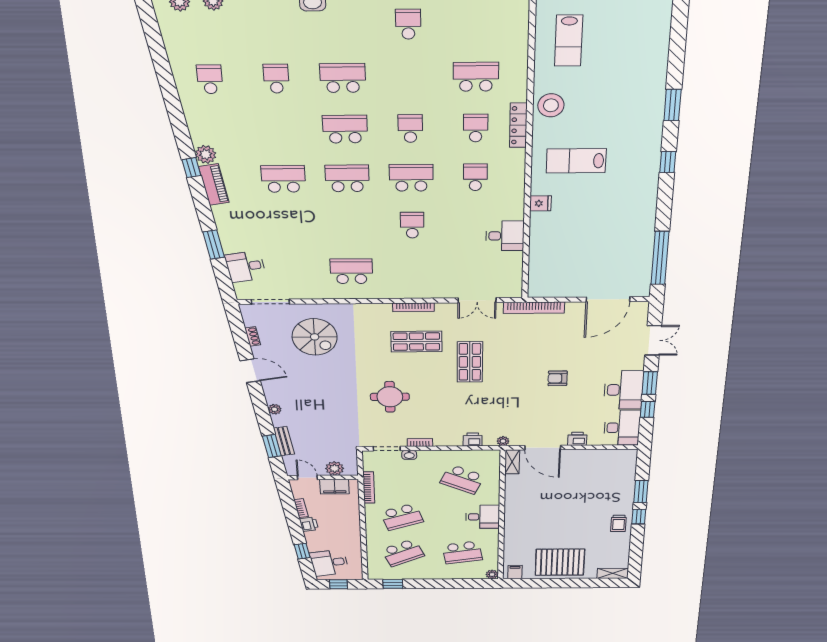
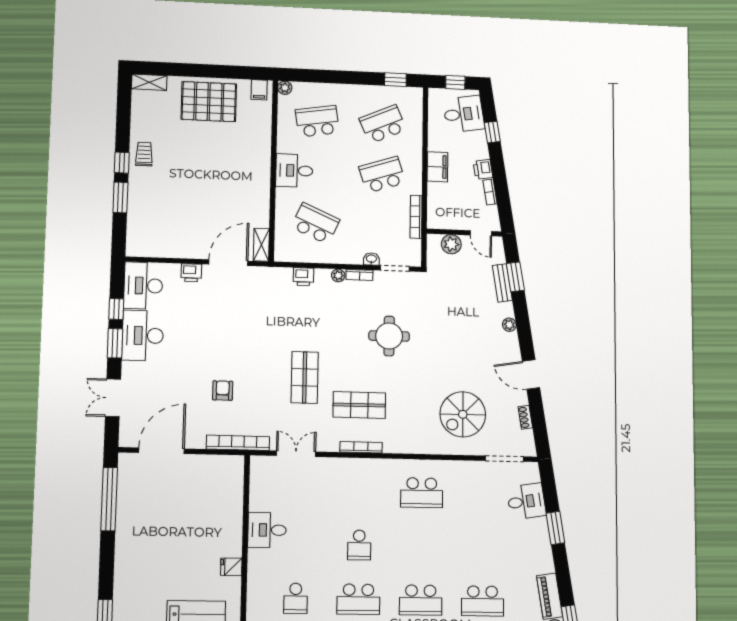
spiral stairs: (315, 337) -> (463, 414), turned -90
armchair: (558, 378) -> (223, 391), moved, turned -90
plant: (503, 441) -> (338, 275), moved
door: (543, 448) -> (228, 263), hinge flipped
filing cabinet: (334, 487) -> (437, 167), moved, turned 90

